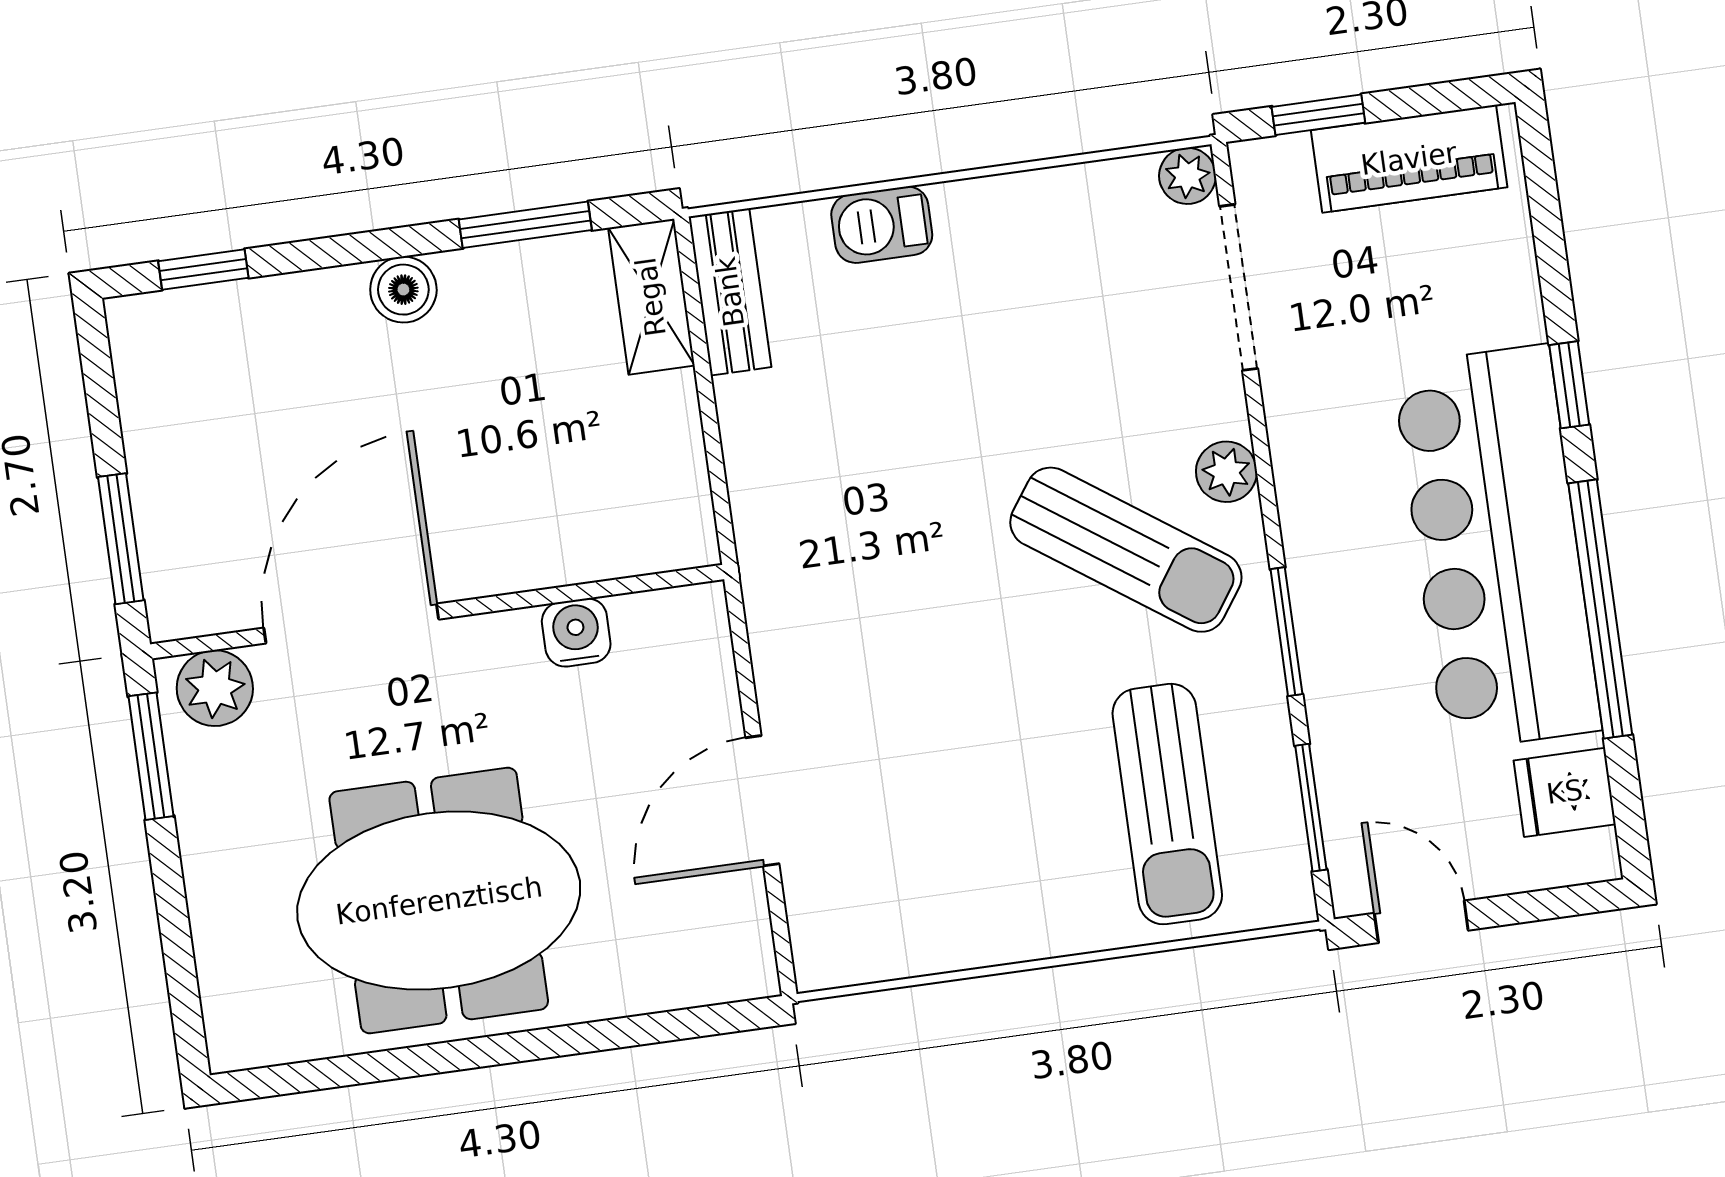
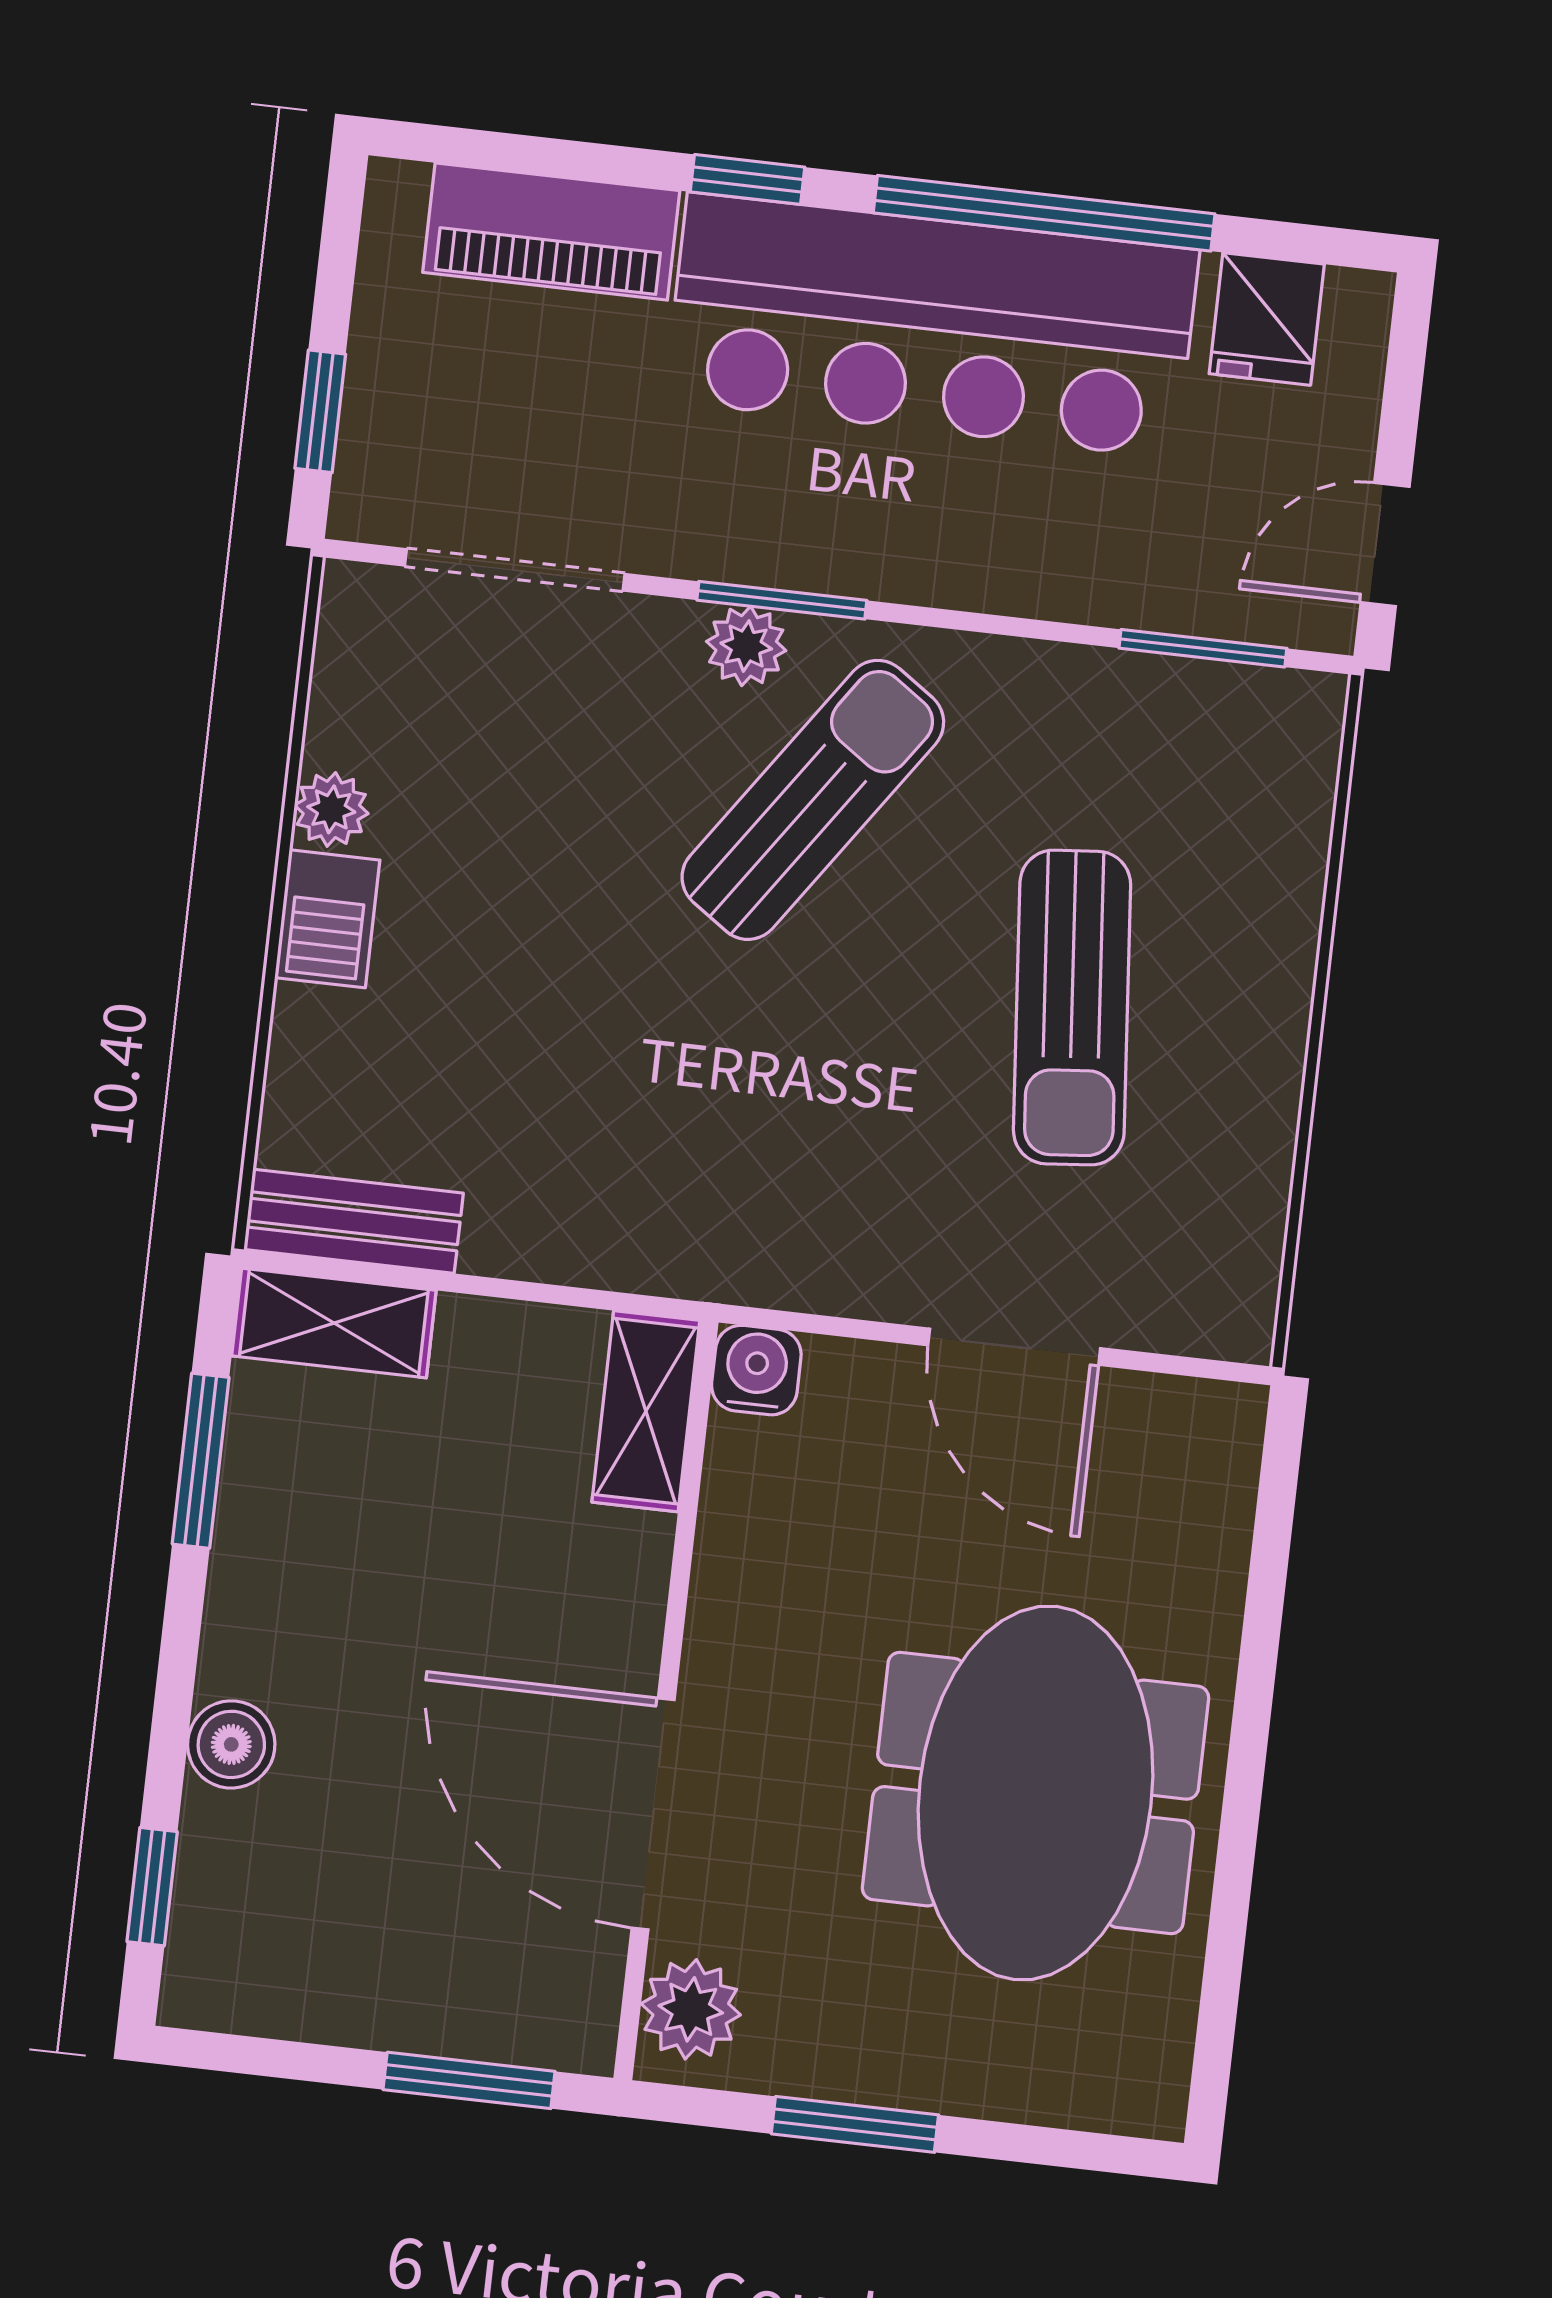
piano: (1409, 159) -> (551, 232), moved, turned 90
plant: (1187, 176) -> (331, 809), moved
barbecue: (882, 225) -> (327, 919), moved
boiler: (403, 290) -> (231, 1744), moved
shelving: (646, 542) -> (646, 1411), added
water cooler: (576, 632) -> (756, 1370), moved, turned 90
window: (1286, 632) -> (782, 600), moved
window: (151, 756) -> (855, 2124), moved
sun lounger: (1167, 804) -> (1072, 1008), moved, turned 85

